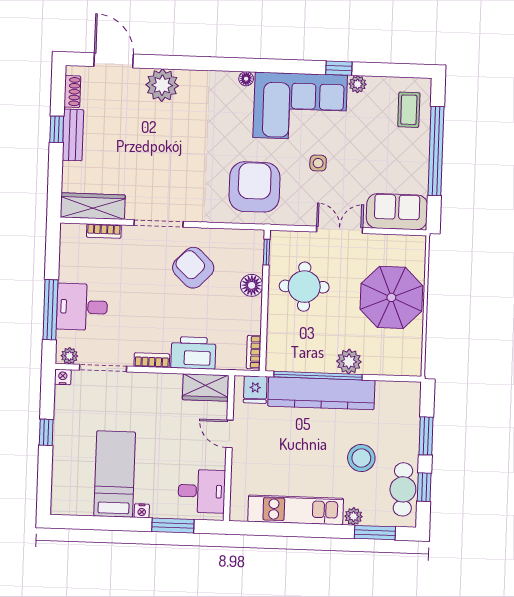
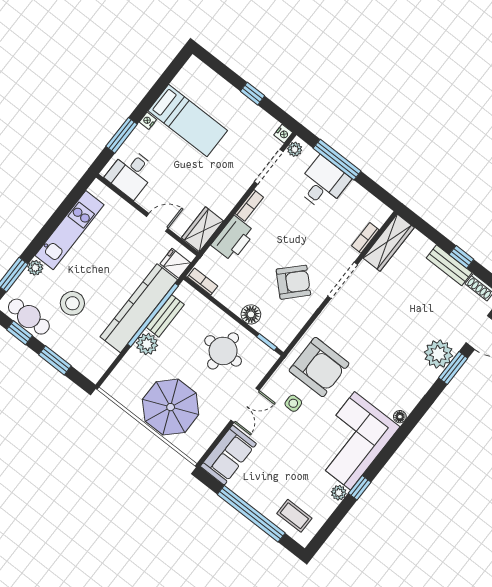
window: (165, 62) -> (453, 368), added
side table: (318, 163) -> (293, 403), moved
bench: (311, 364) -> (165, 316), added

